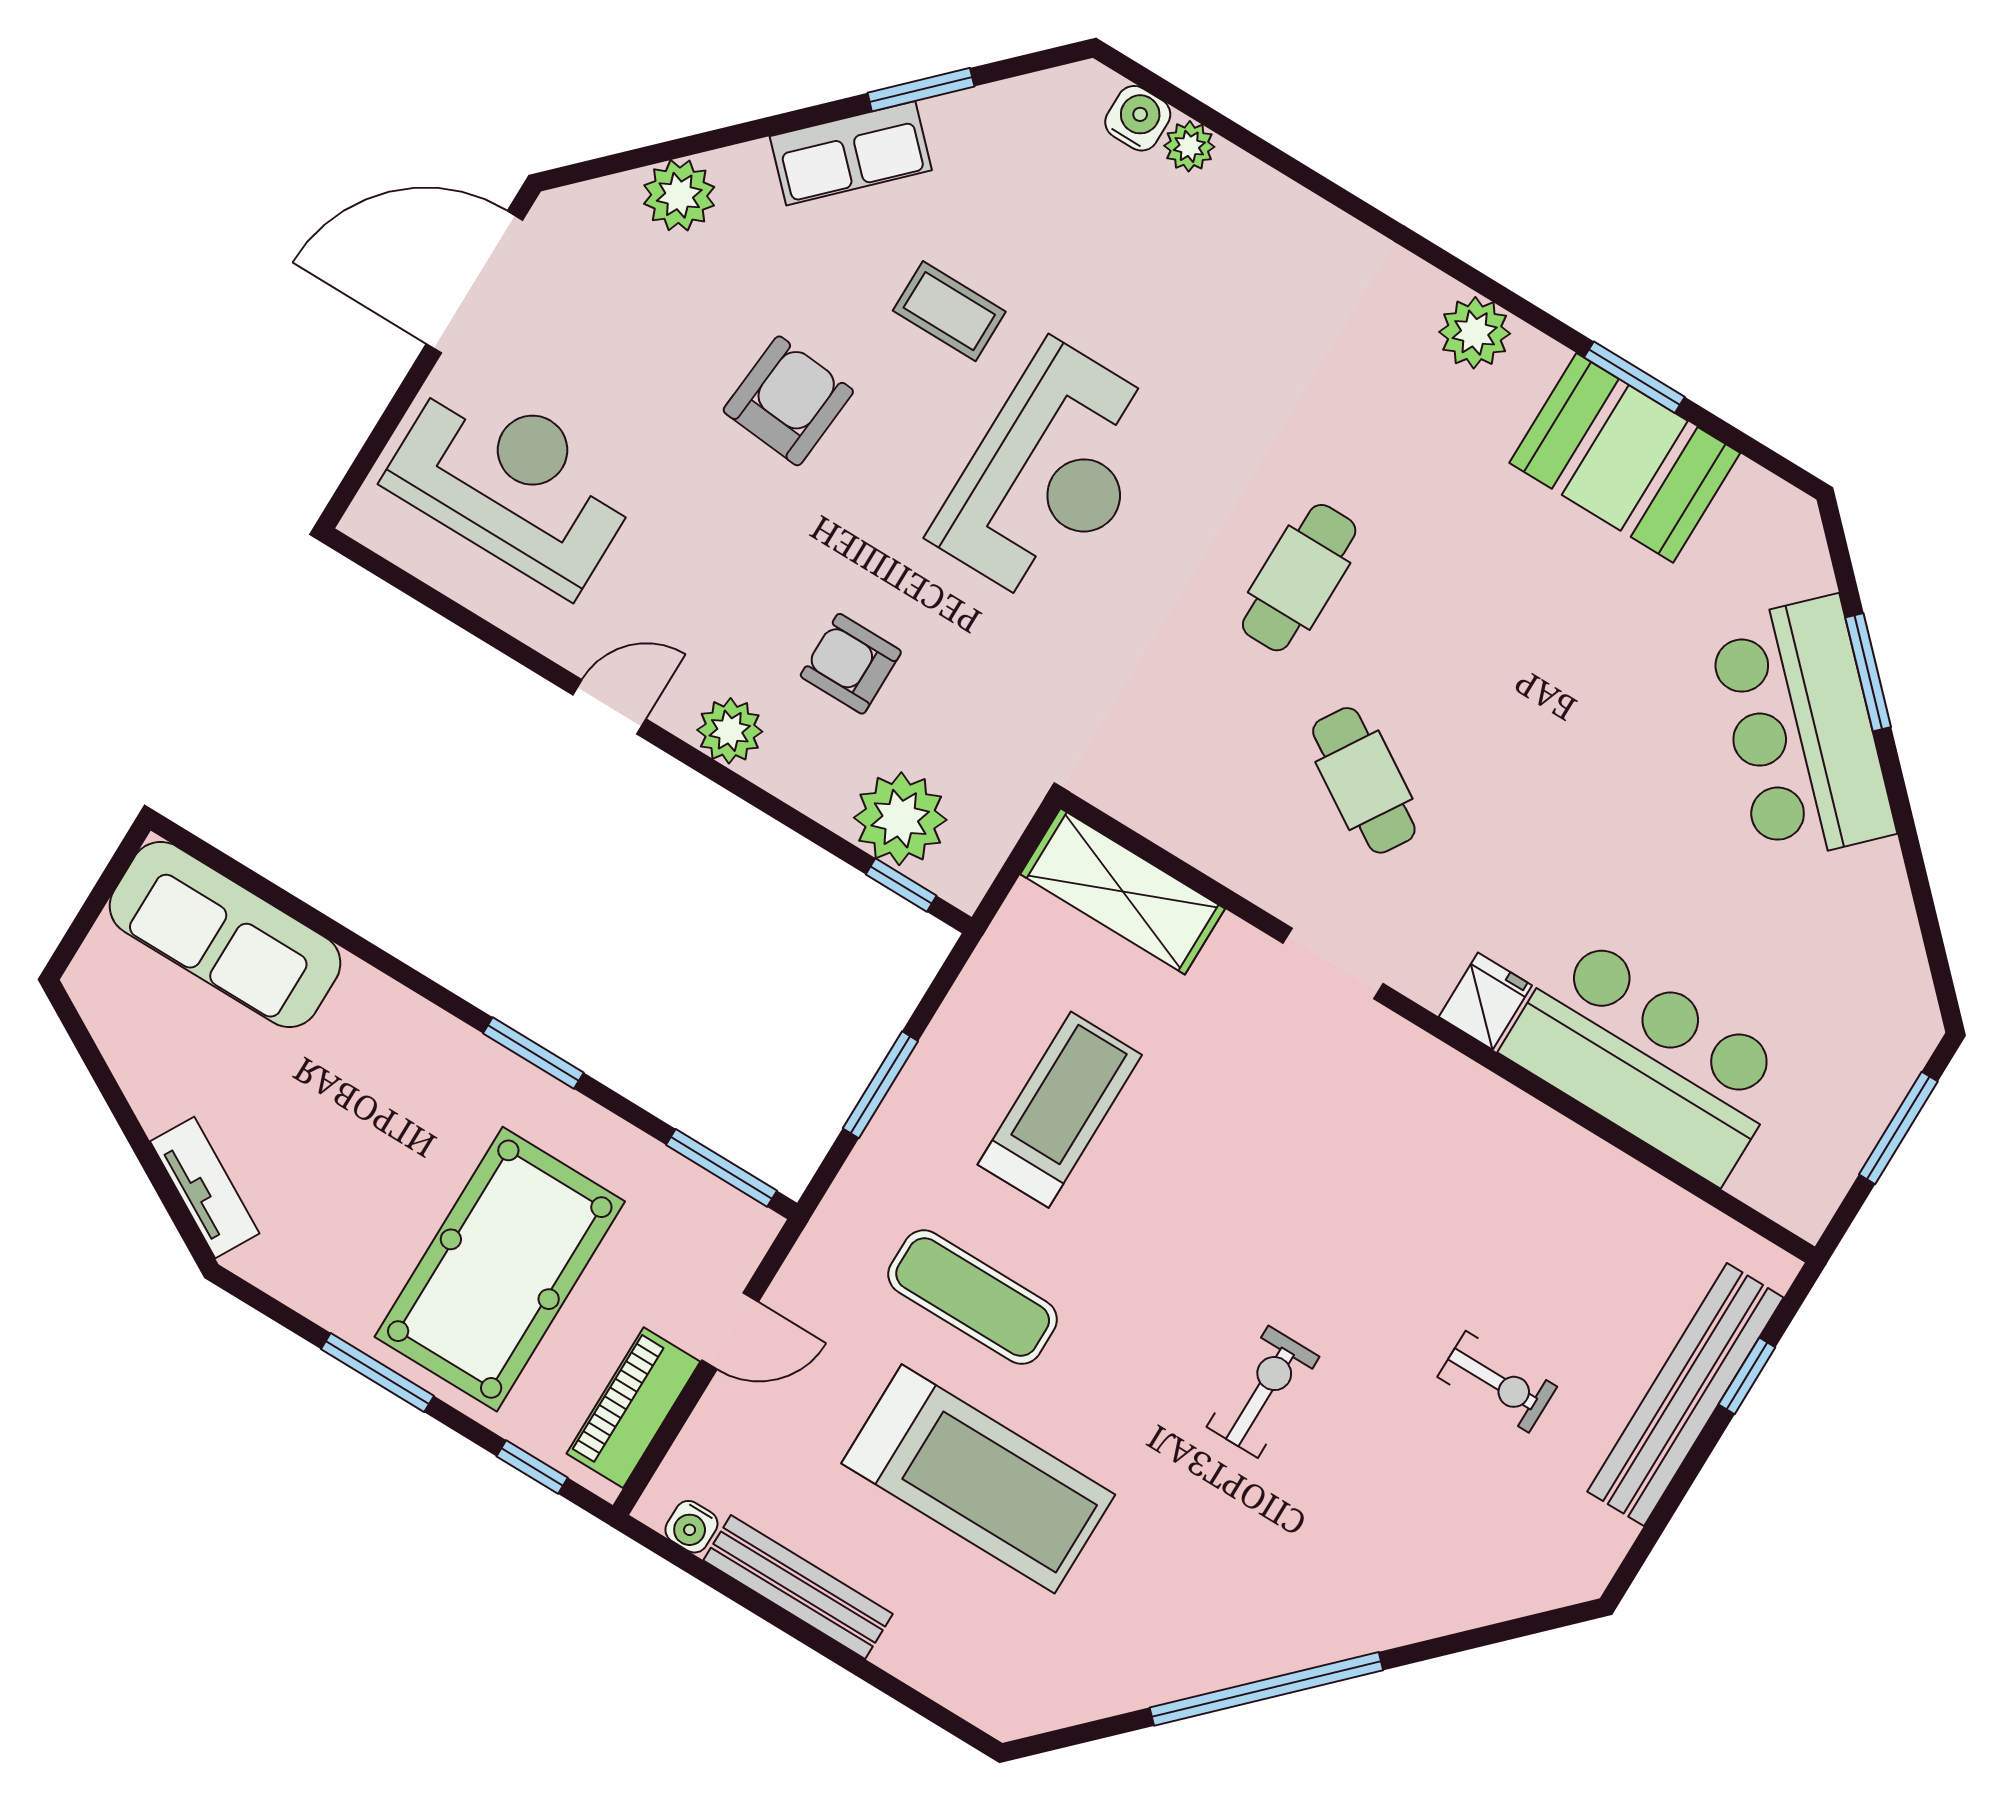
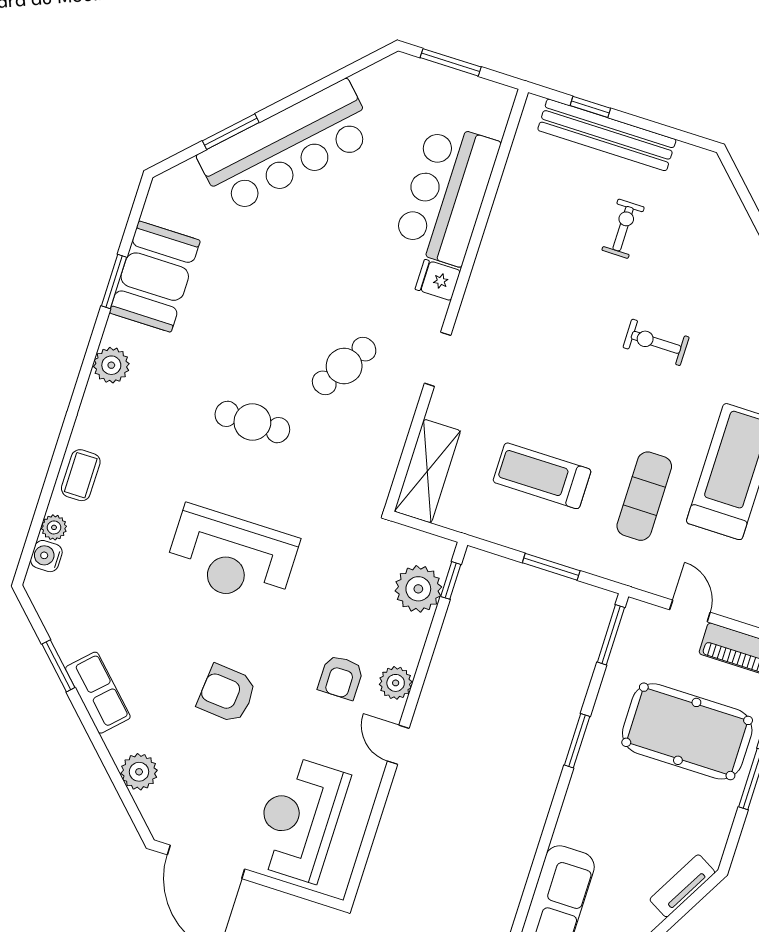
coffee table: (949, 311) -> (81, 475), moved
reception desk: (1050, 475) -> (232, 556), turned 180
armchair: (851, 664) -> (341, 677), moved
bar counter: (1801, 729) -> (287, 147), width x1.36

